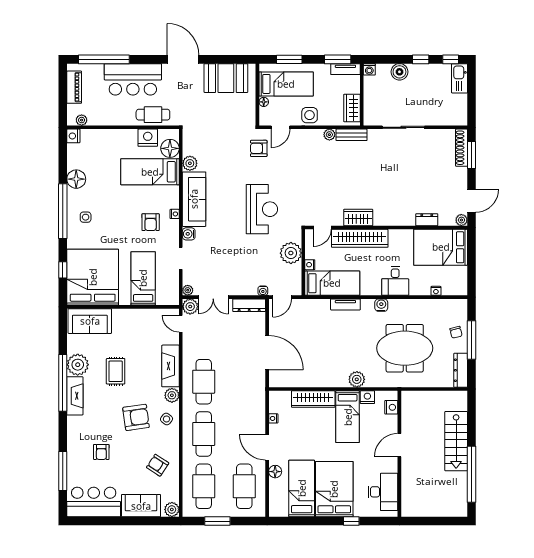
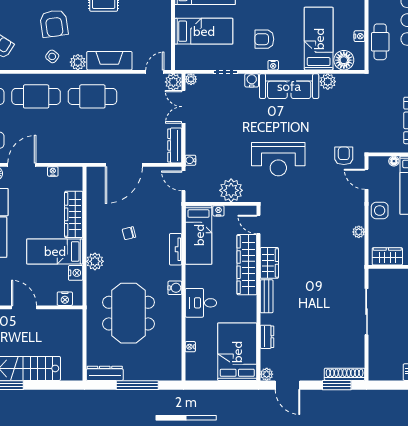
bench: (352, 135) -> (267, 296), moved
nightstand: (148, 138) -> (359, 36), width x0.53, depth x0.56
chair: (456, 332) -> (129, 233), moved

